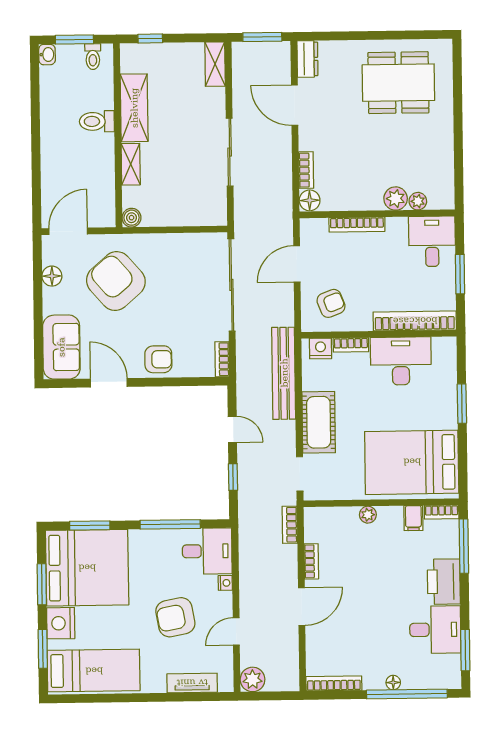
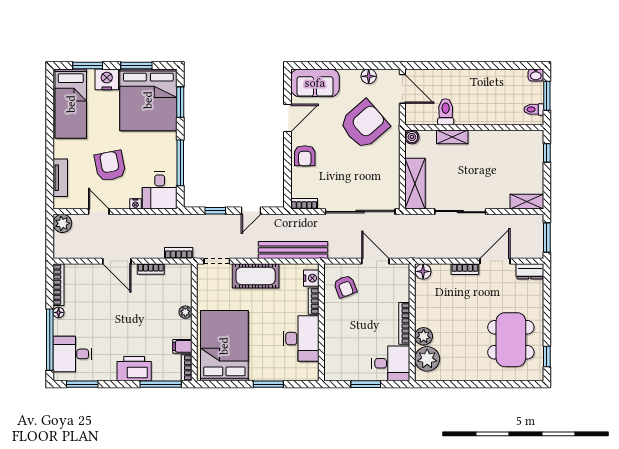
window: (420, 35) -> (547, 357), added
shelving: (134, 108) -> (415, 184), moved, turned 90
toilet: (97, 121) -> (446, 112), moved
bookcase: (306, 170) -> (465, 269), moved
plant: (418, 201) -> (427, 359), width x1.87, depth x1.87
bookcase: (357, 225) -> (404, 323), moved
bookcase: (415, 321) -> (331, 349), removed
desk: (435, 630) -> (72, 354), moved, turned 90
floor lamp: (393, 683) -> (59, 312), moved

